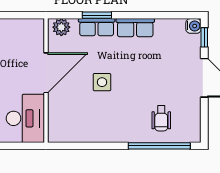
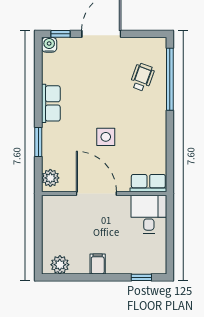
row of seats: (97, 27) -> (148, 183), moved, turned -90
desk: (25, 118) -> (149, 214), width x0.73
wheelchair: (161, 118) -> (142, 77), turned -70

